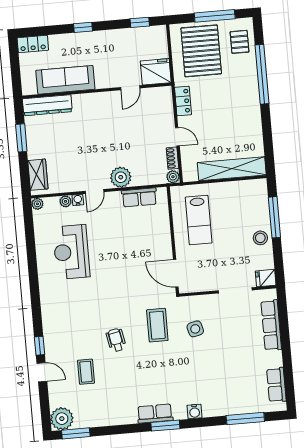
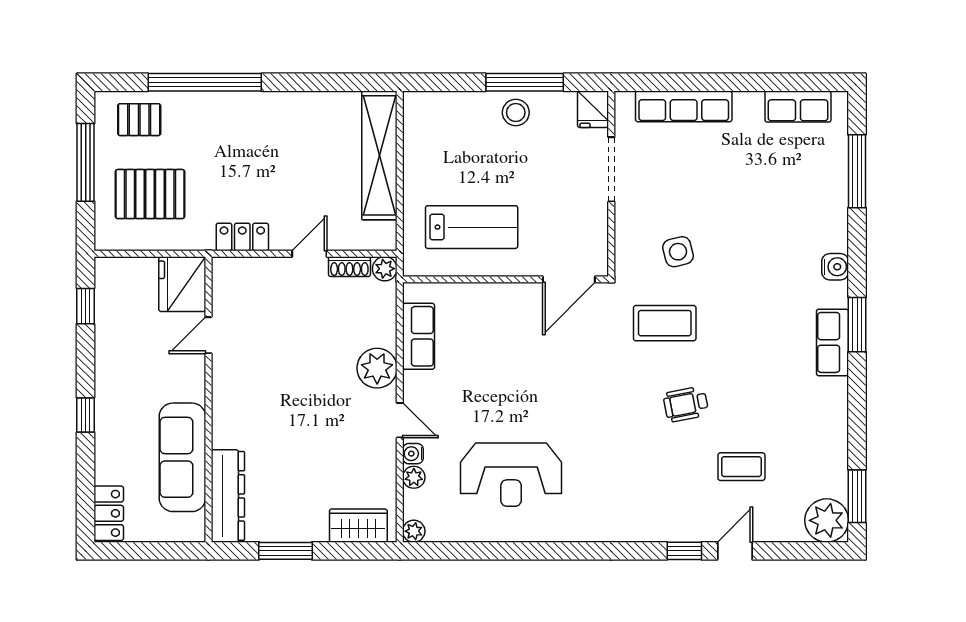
pallet: (201, 51) -> (150, 194), width x0.73, depth x0.71
door: (130, 88) -> (208, 335), swing flipped
window: (274, 217) -> (525, 82), moved

